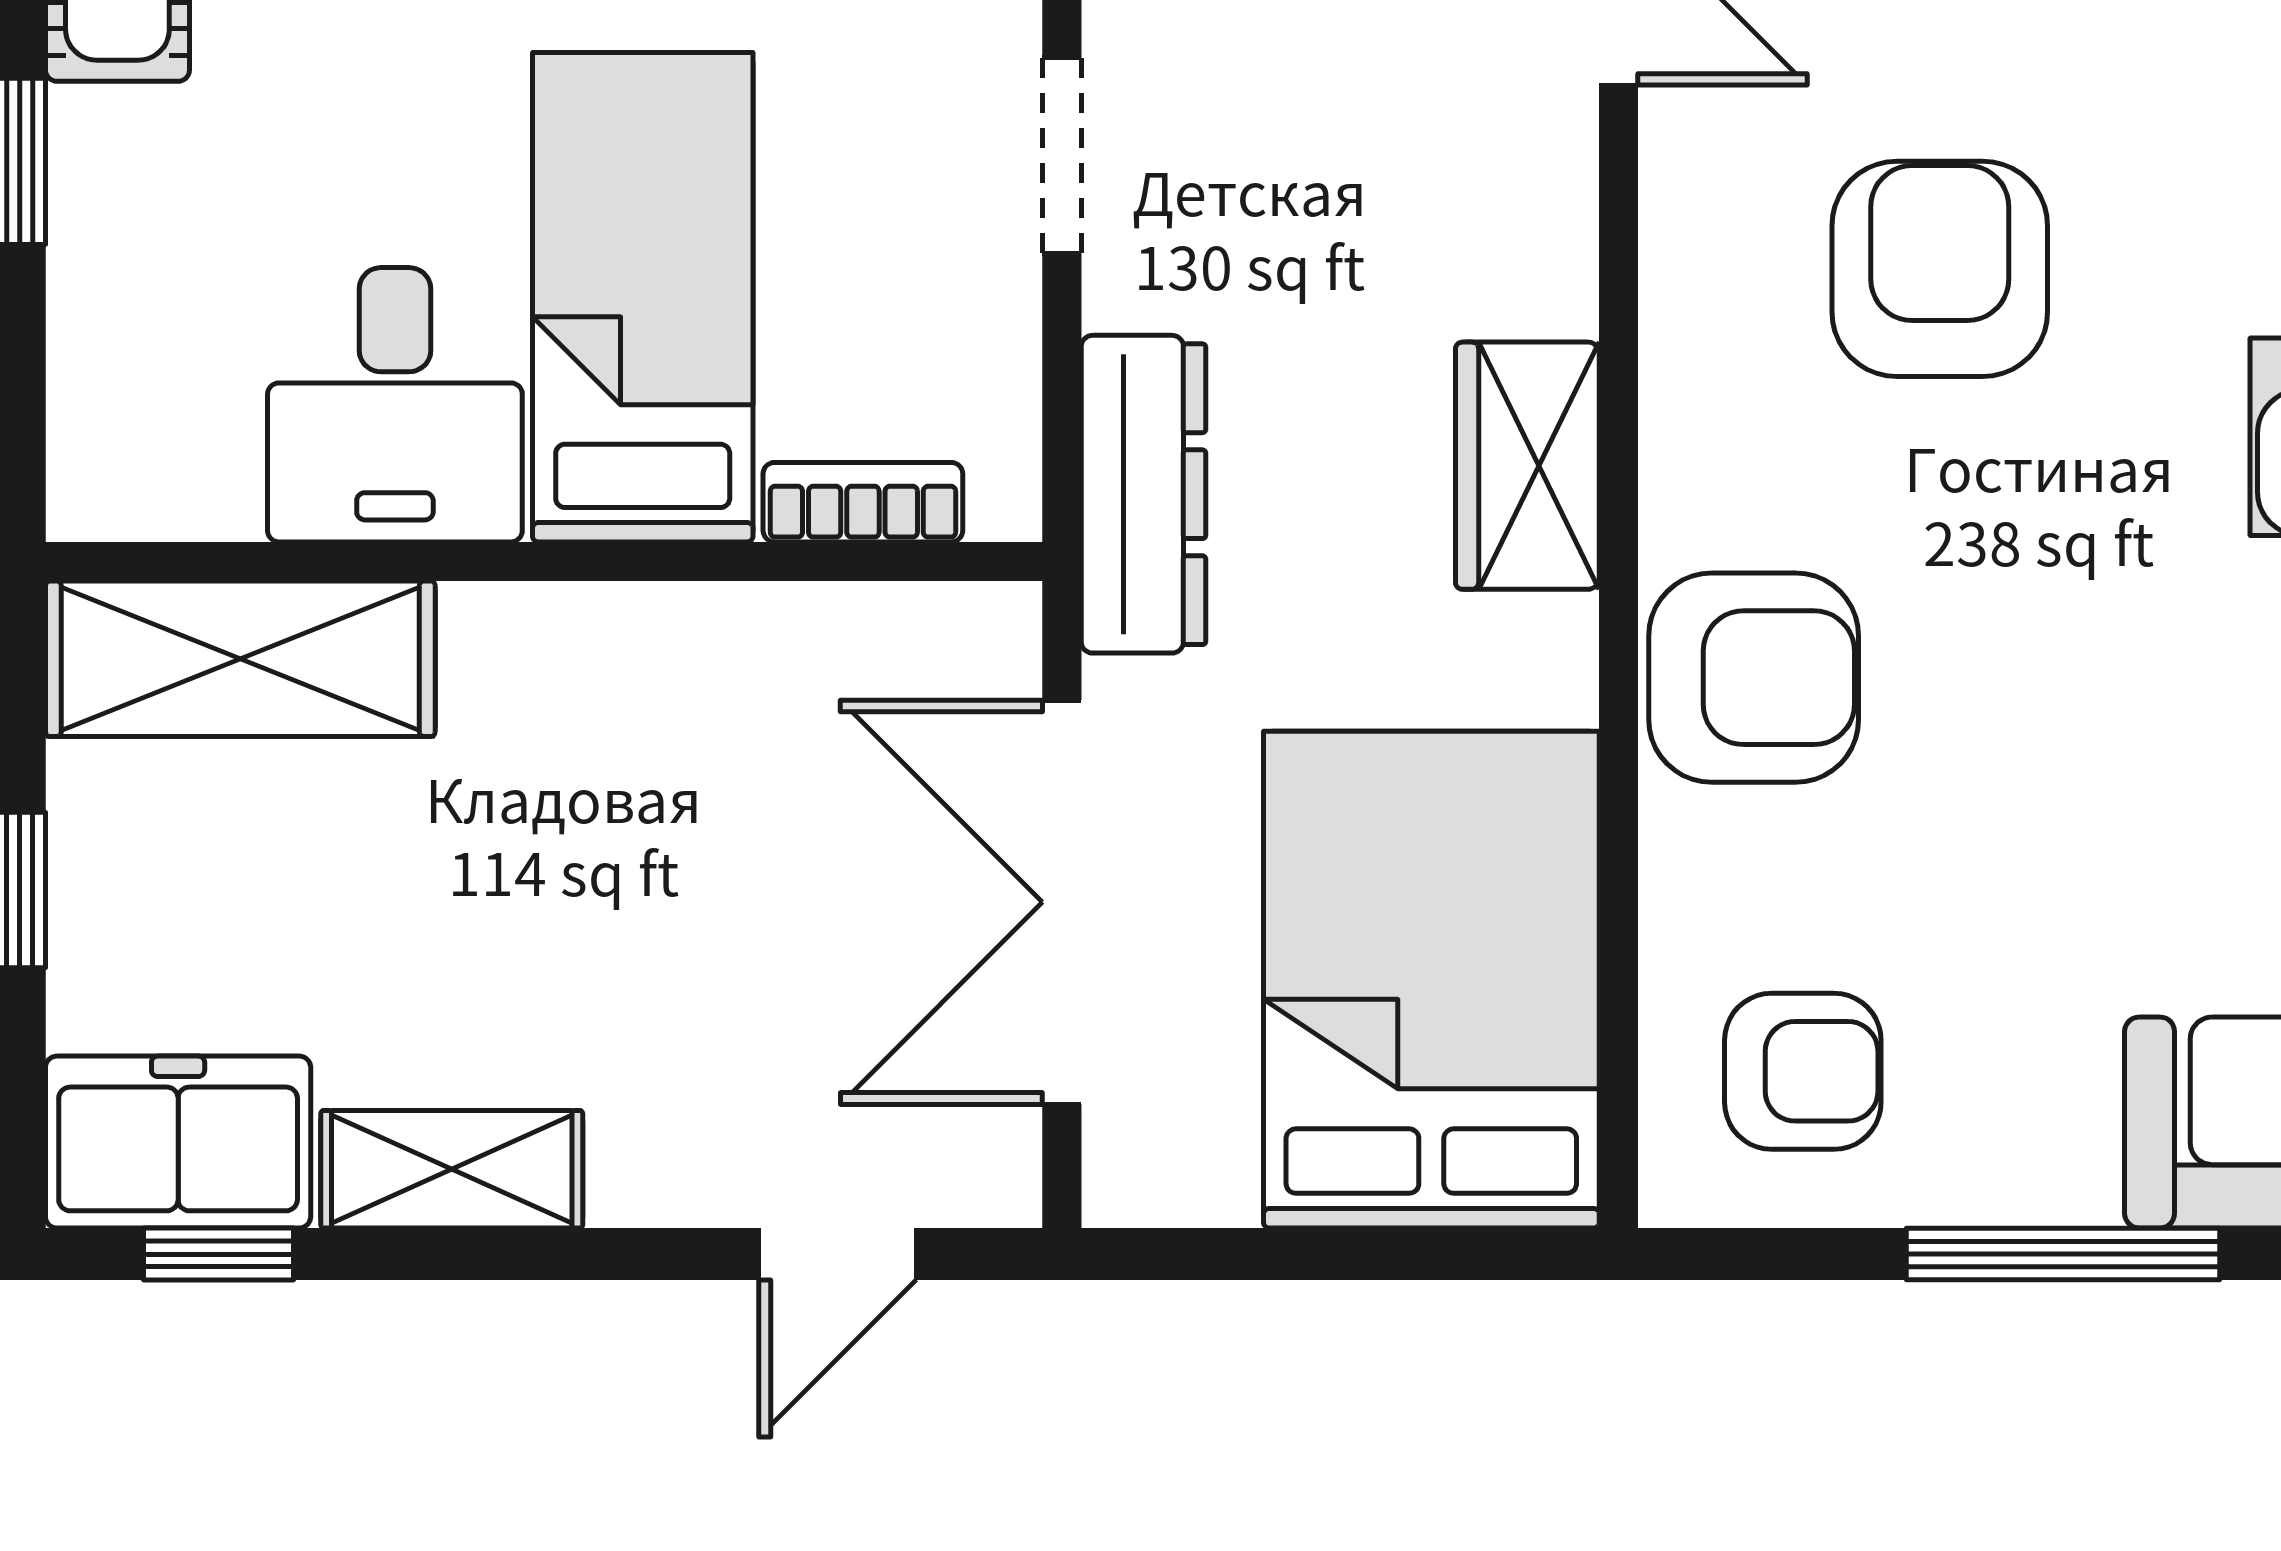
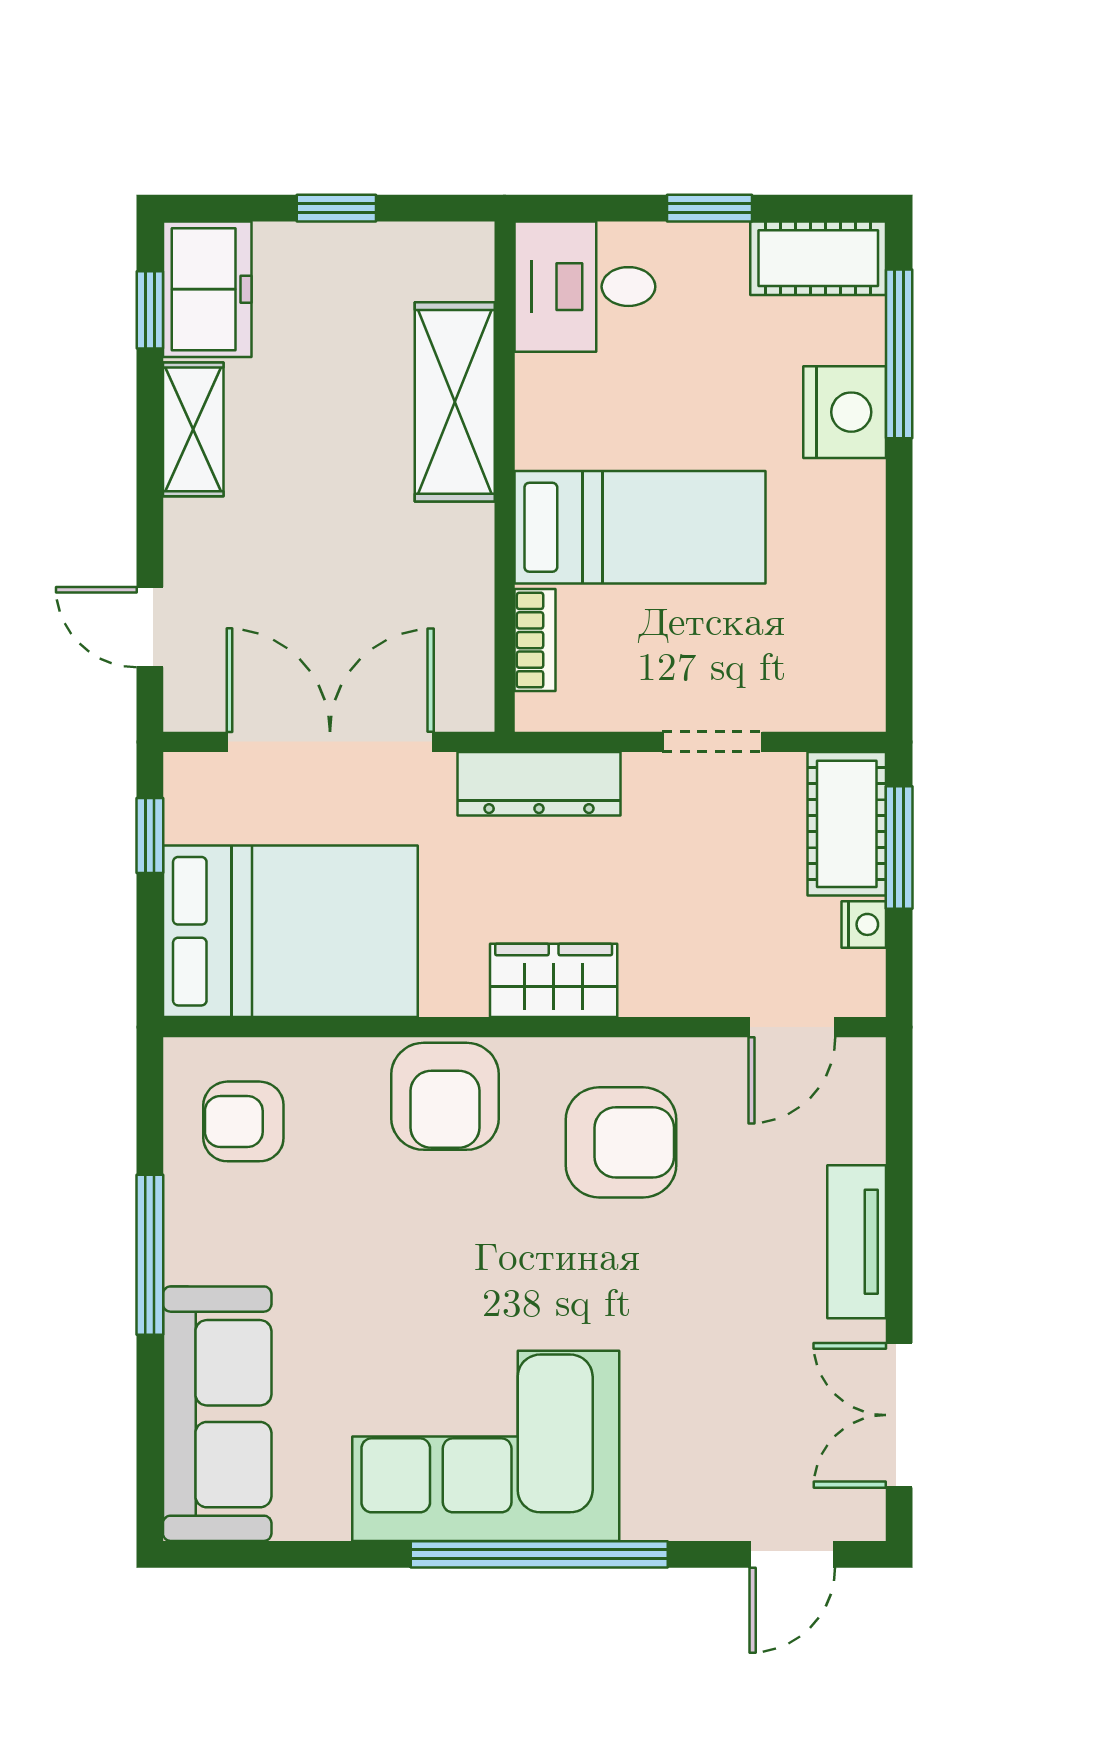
armchair: (1940, 269) -> (621, 1142), moved
desk: (395, 405) -> (585, 287), moved
shelving: (240, 659) -> (455, 402), moved
armchair: (1803, 1071) -> (243, 1121), turned 90
window: (1244, 1254) -> (150, 835), added

